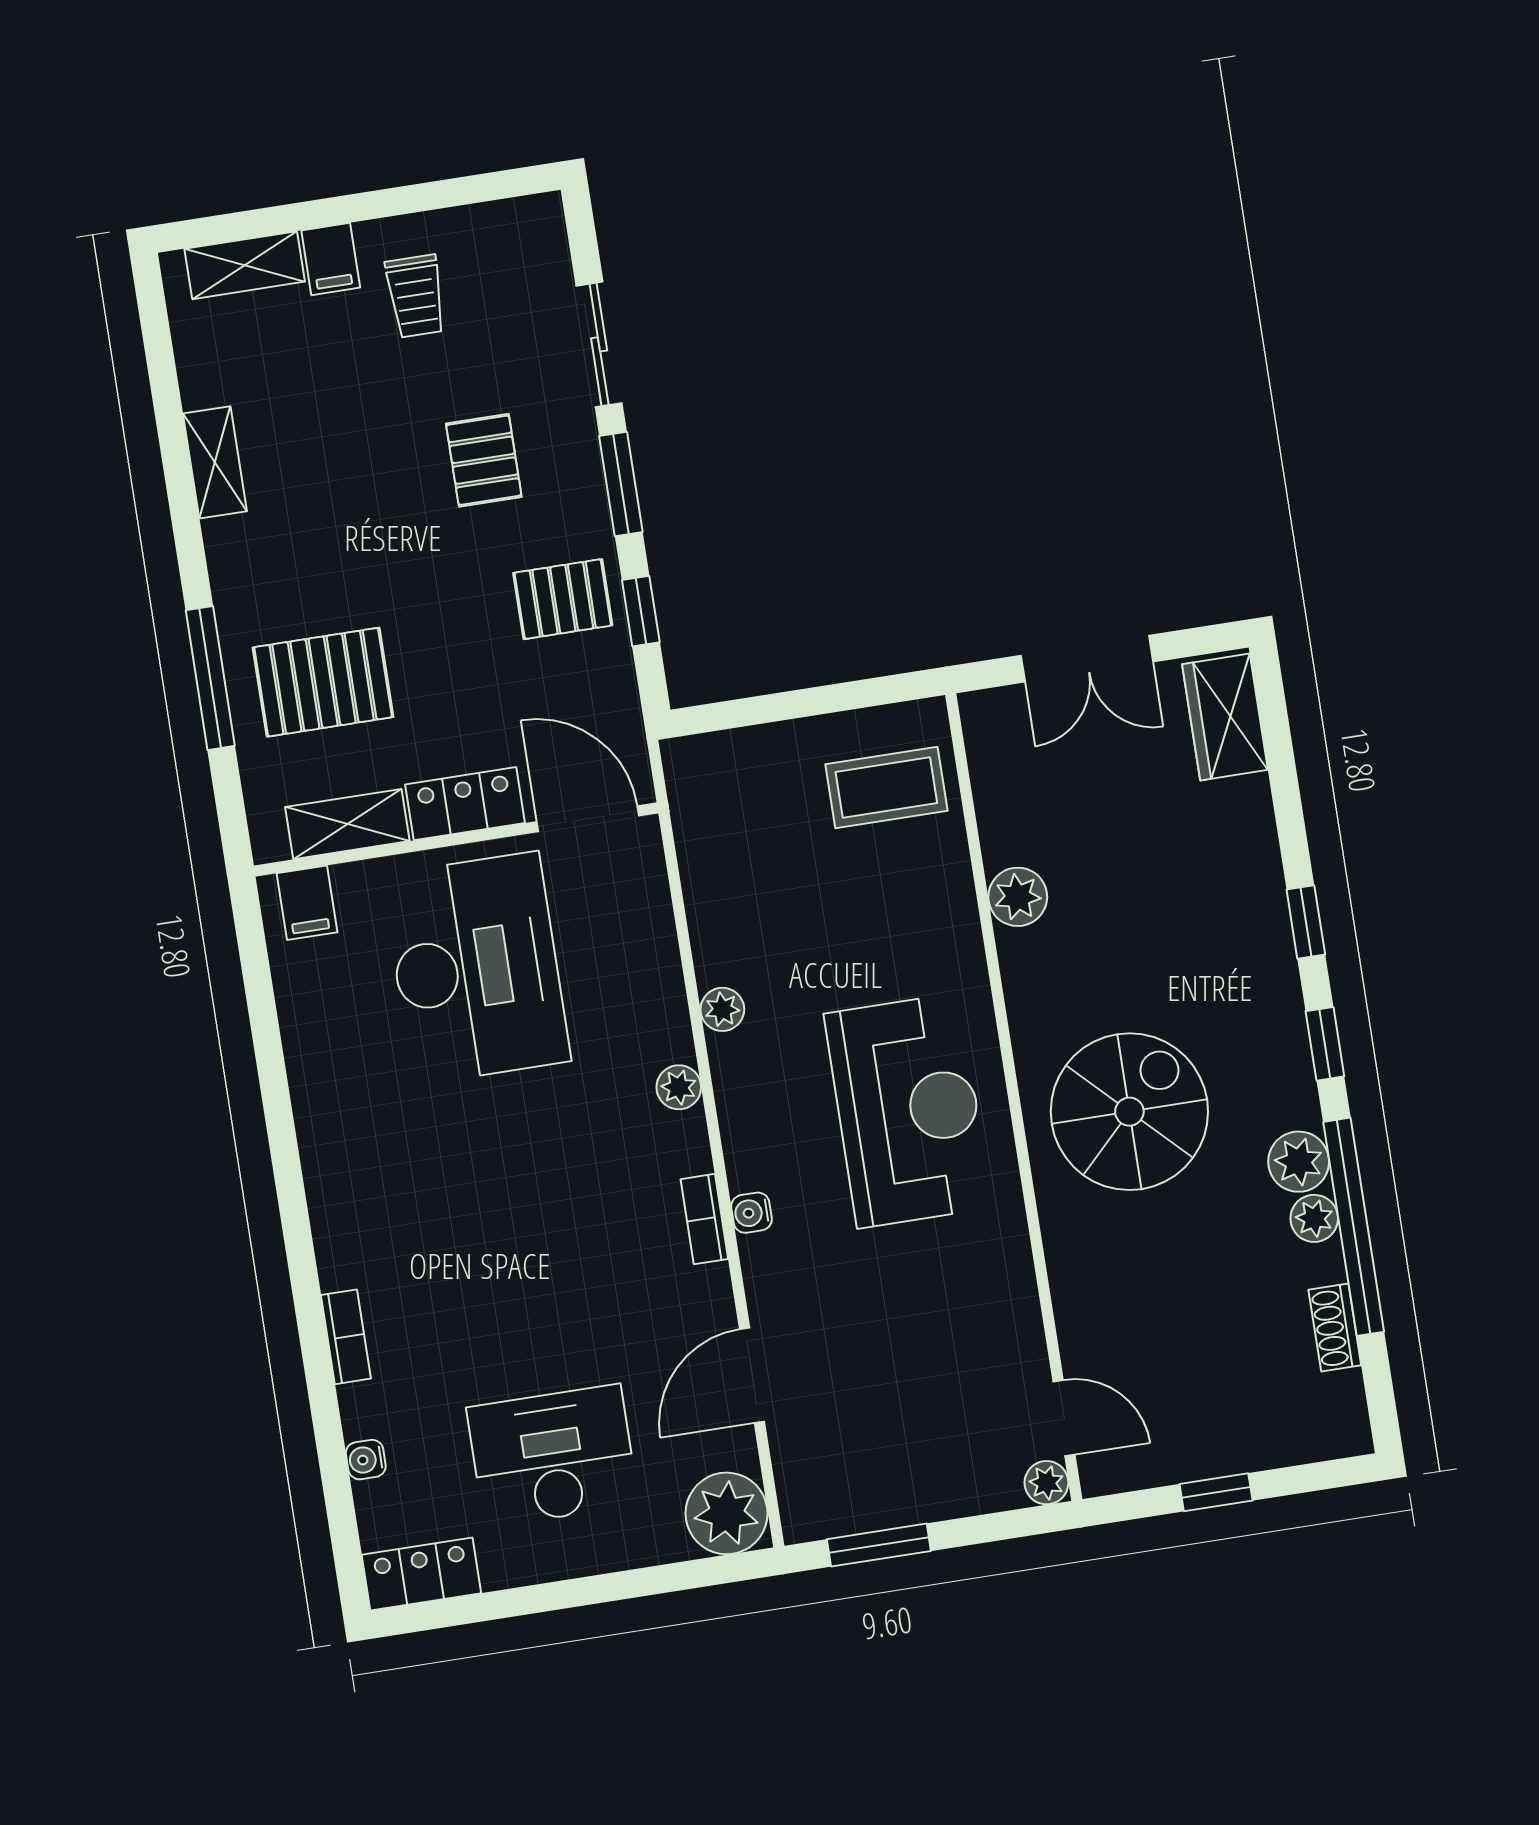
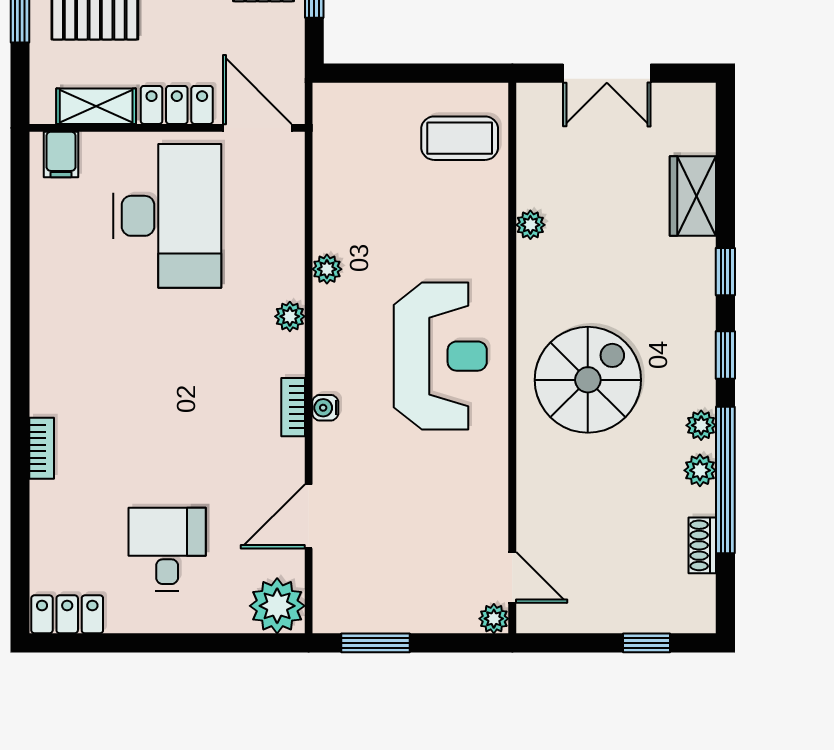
wardrobe: (1225, 717) -> (693, 196), moved
plant: (1018, 897) -> (530, 225), width x0.73, depth x0.73
plant: (1299, 1162) -> (701, 425), width x0.73, depth x0.73
desk: (553, 1456) -> (167, 549), width x0.73
water cooler: (366, 1460) -> (42, 532), removed
window: (1216, 1492) -> (646, 643), moved

